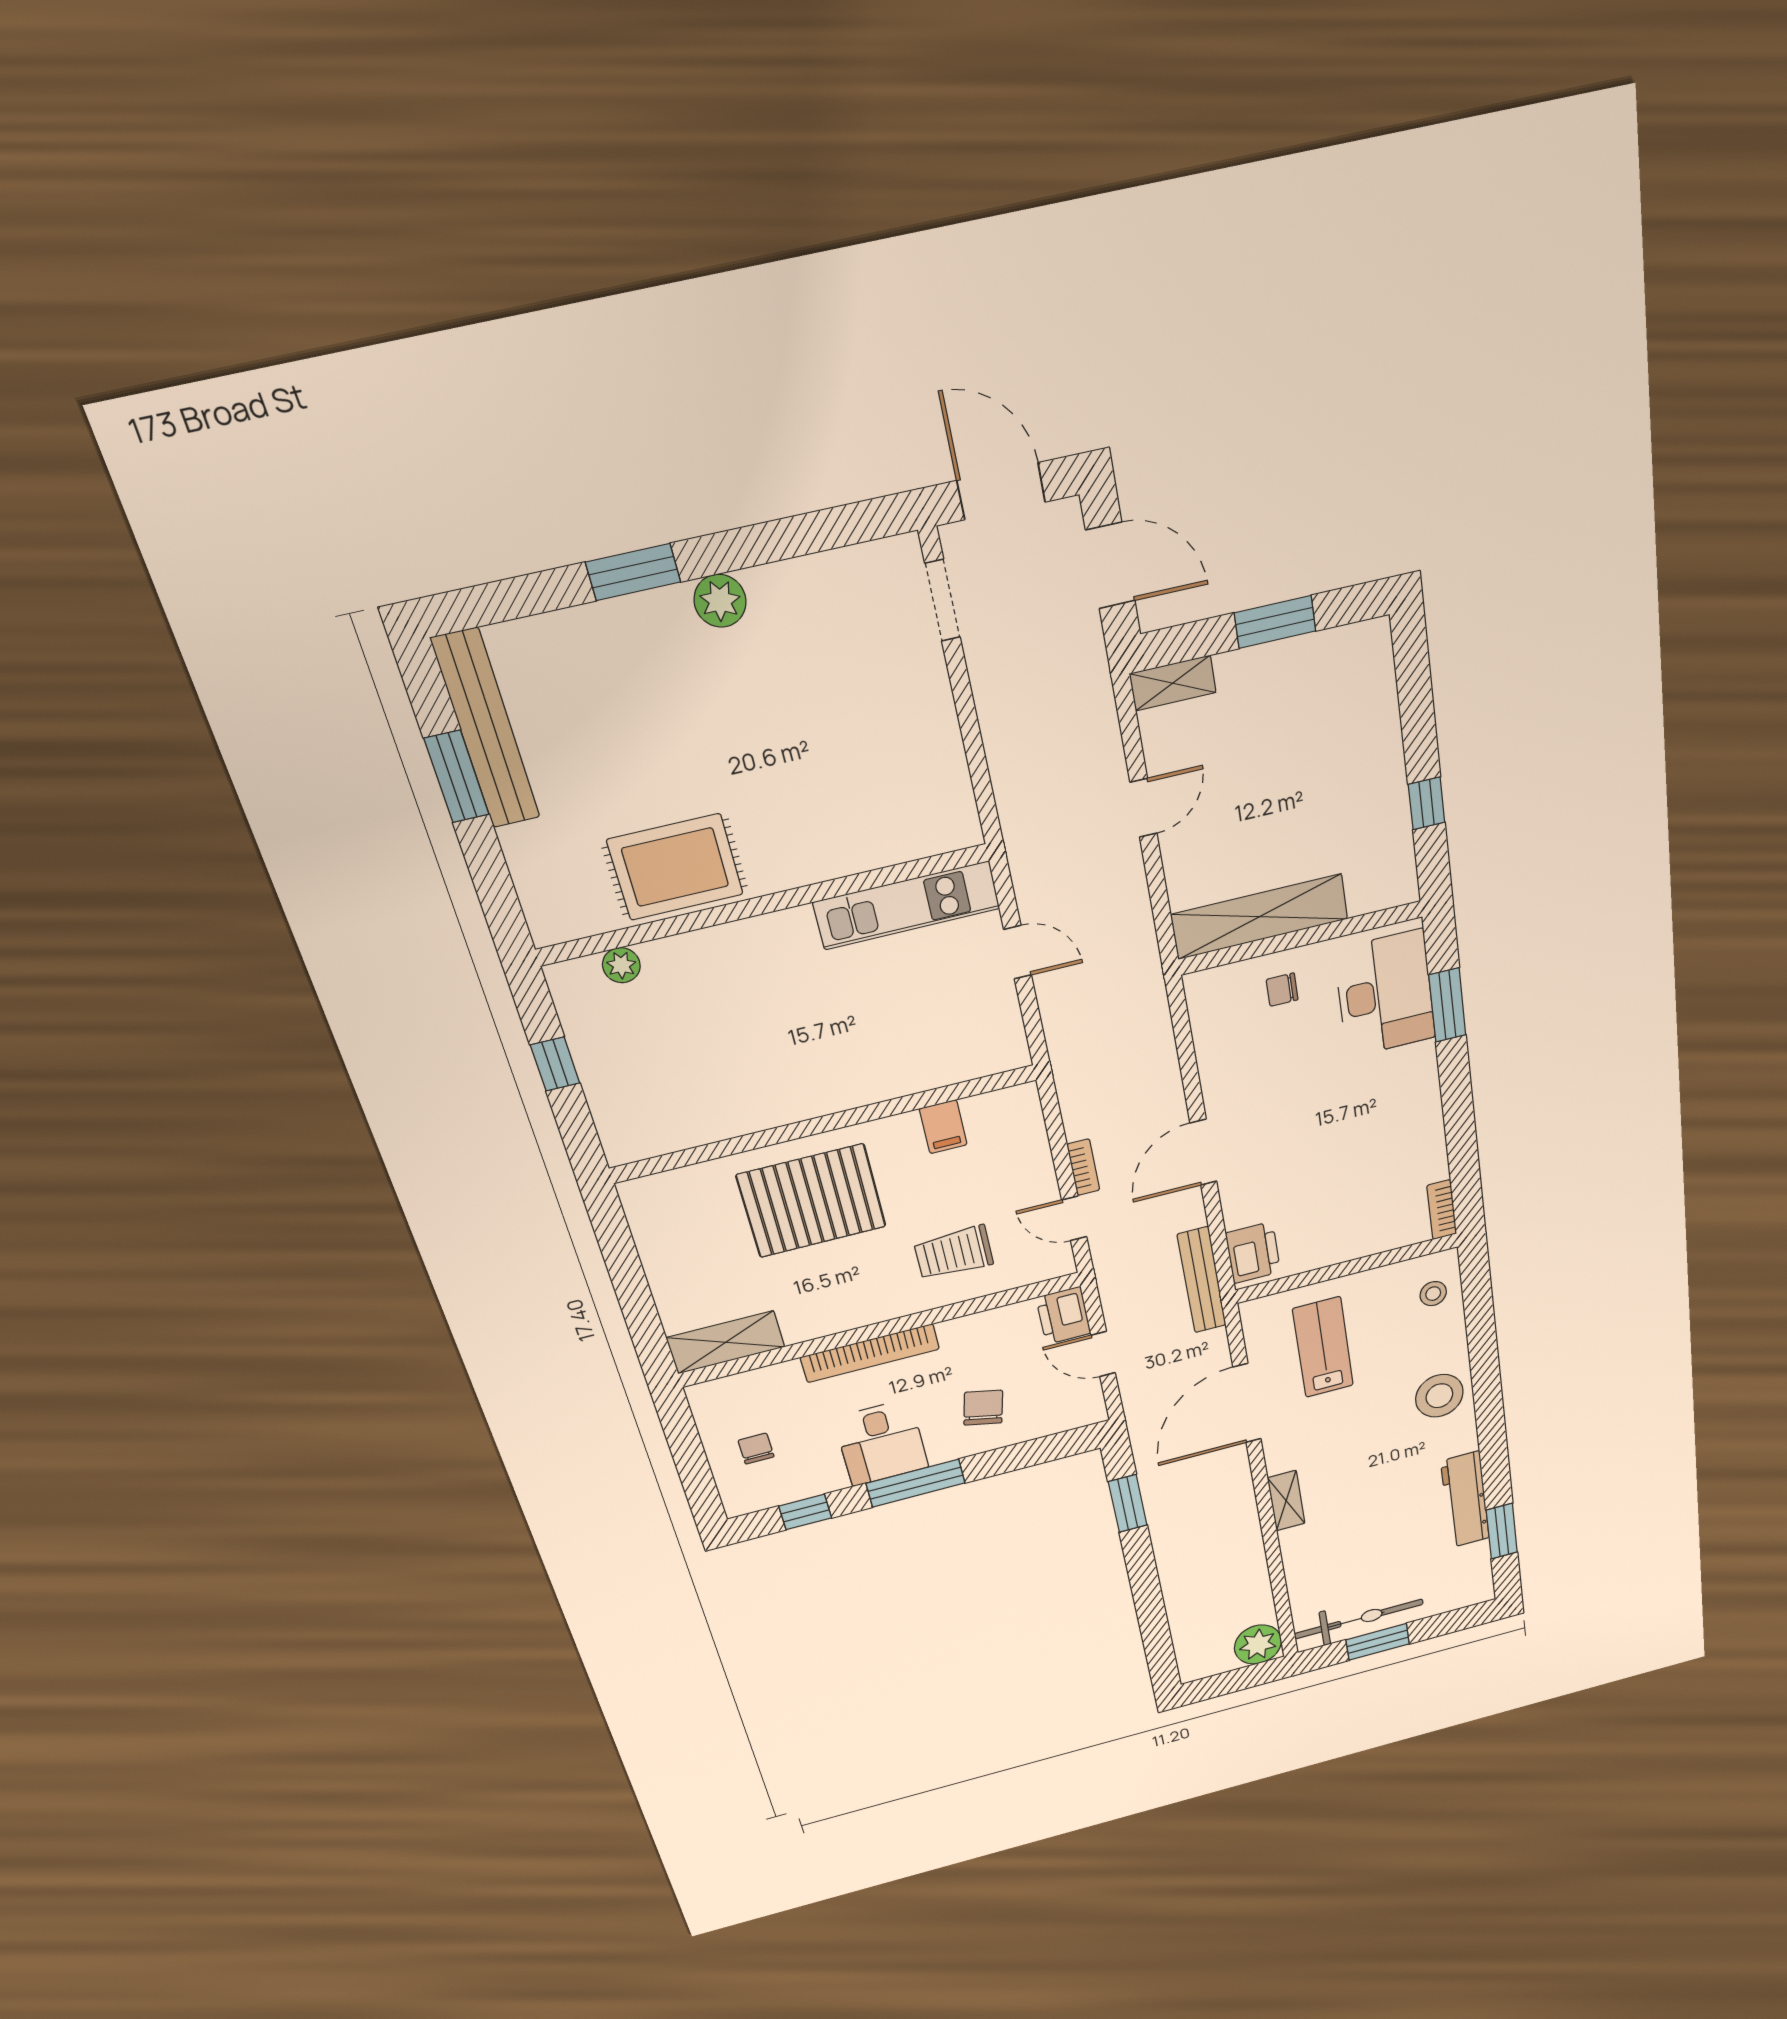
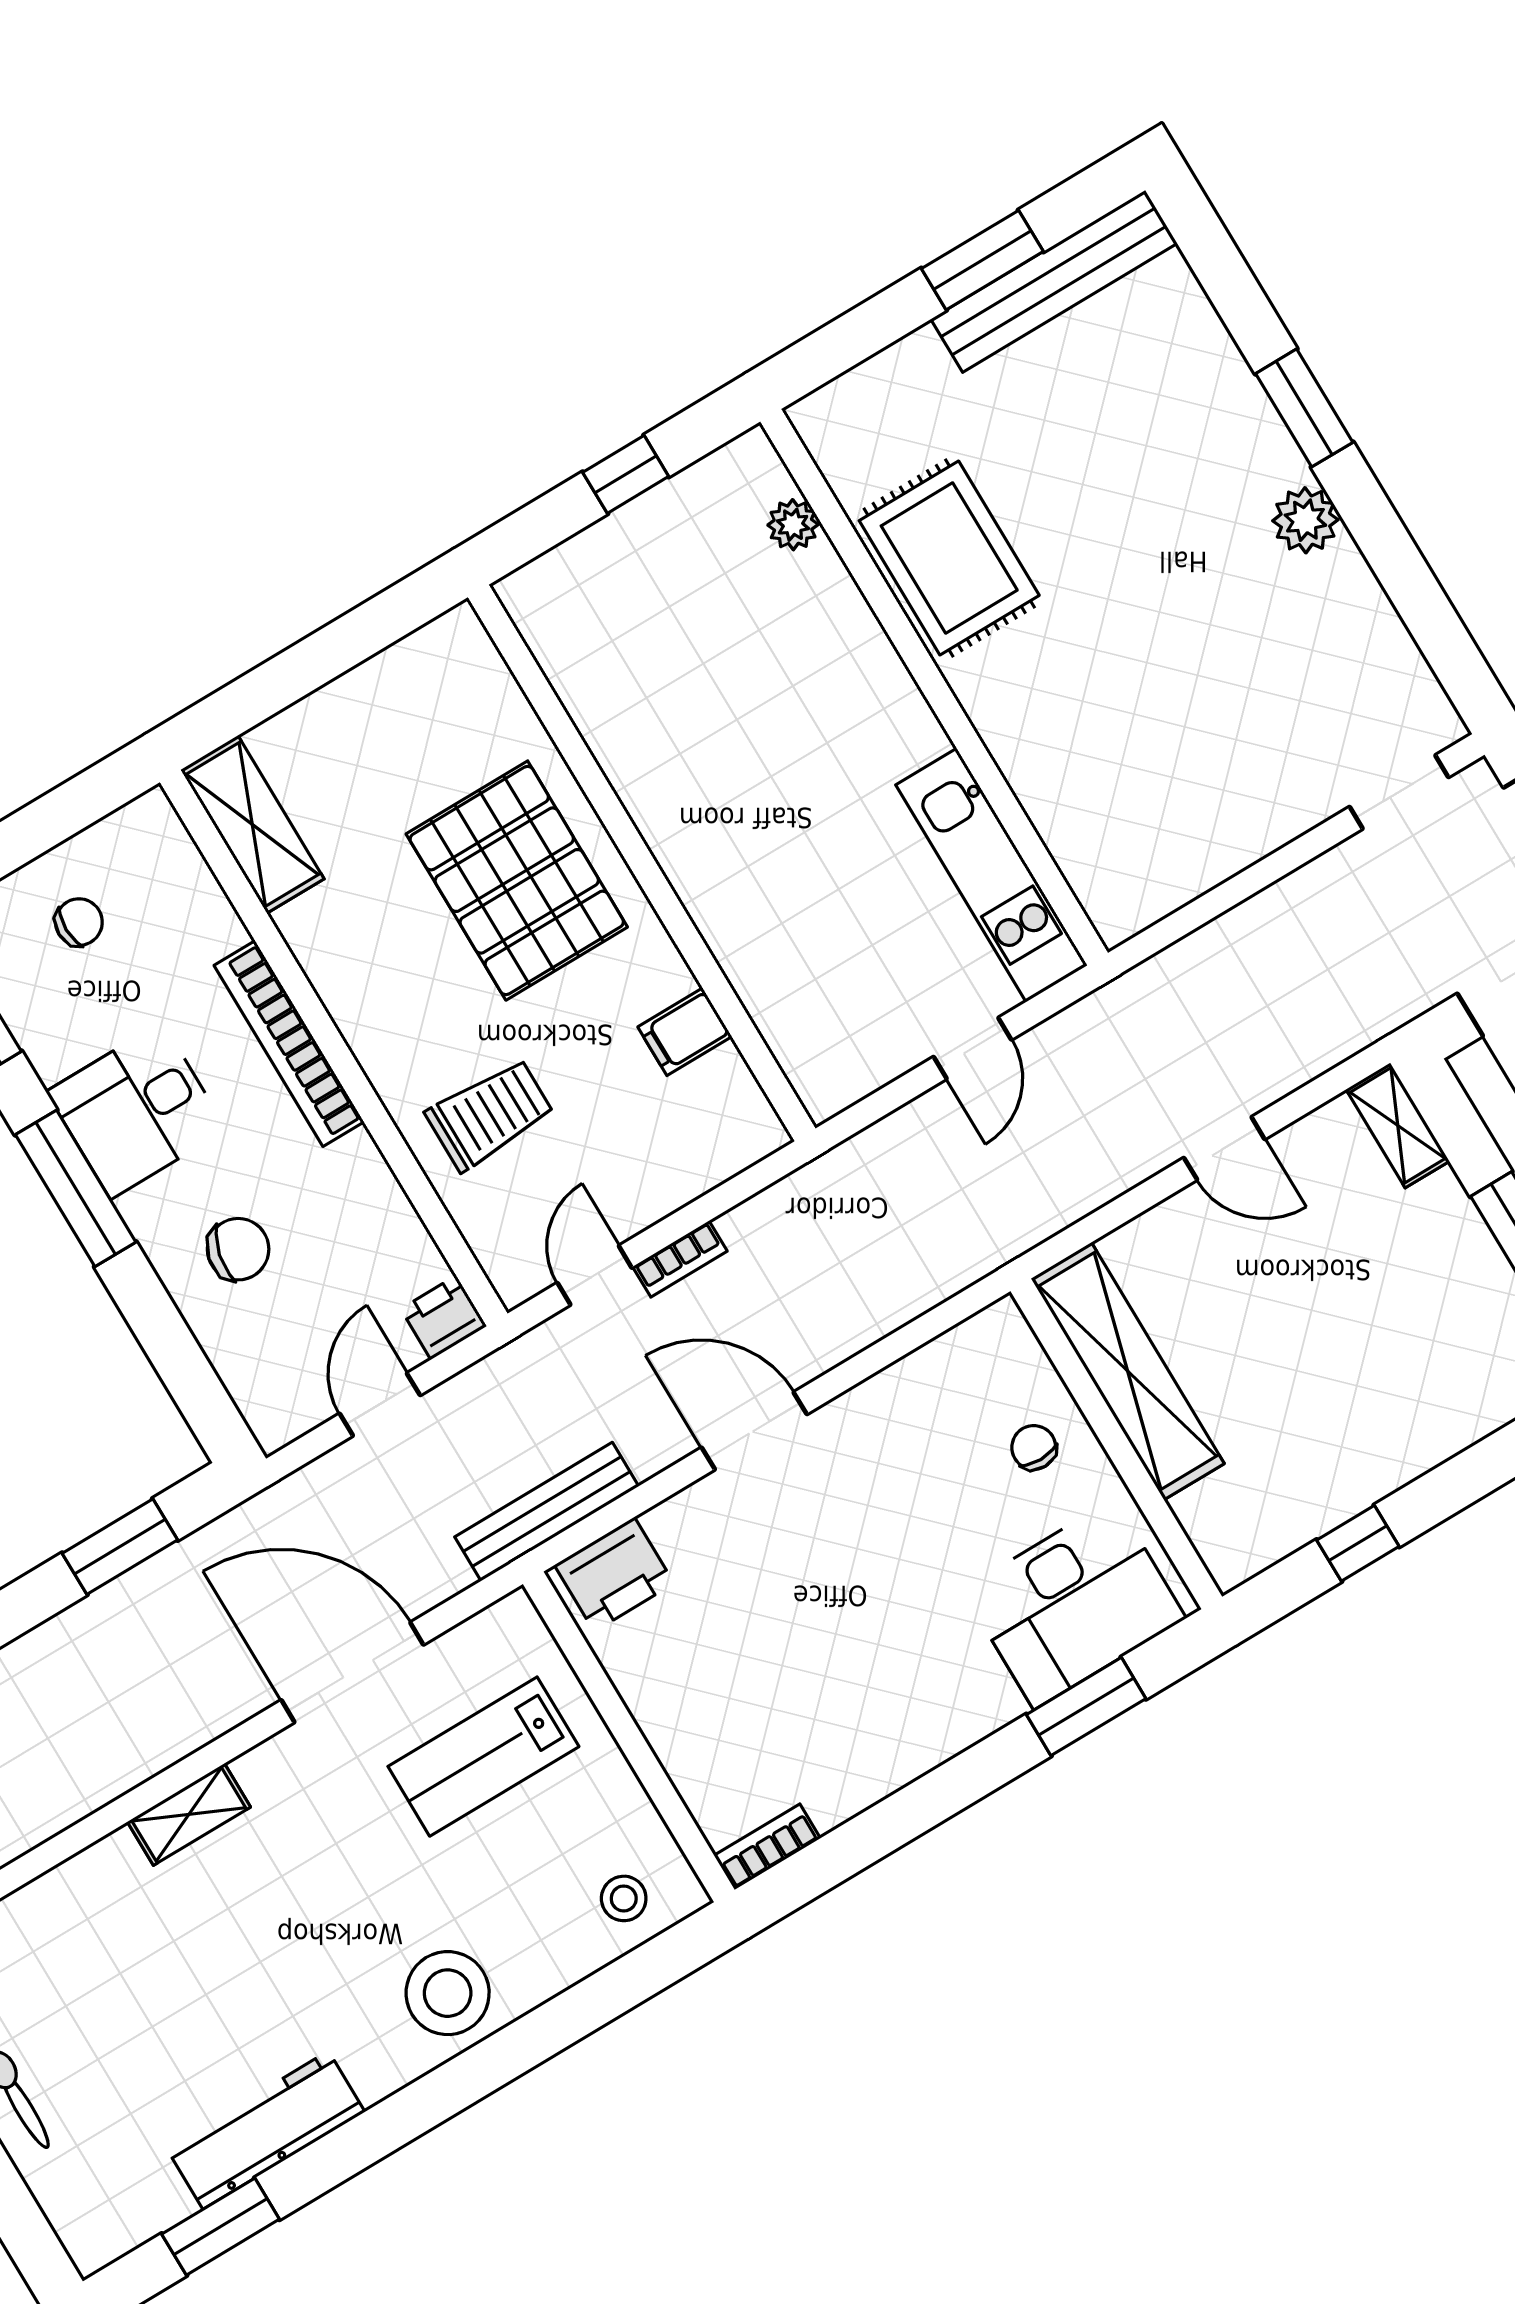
trolley: (954, 1253) -> (490, 1114), turned 90
printer: (1063, 1315) -> (444, 1318), width x0.73, depth x0.81
lab bench: (1323, 1347) -> (483, 1757), turned 180

